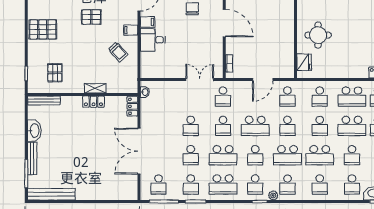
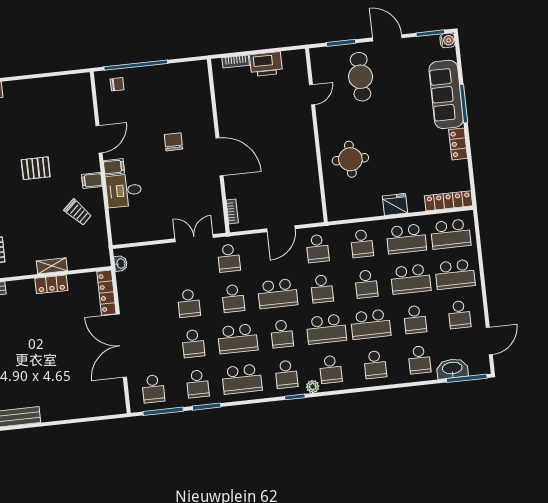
fridge: (304, 62) -> (395, 204), moved, turned -90
locker: (132, 106) -> (106, 293), width x1.53

